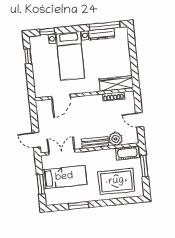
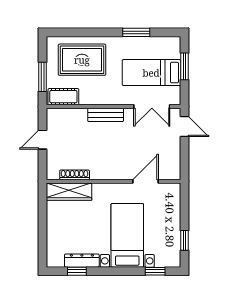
window: (105, 26) -> (77, 271), width x0.46
door: (140, 120) -> (42, 140), swing flipped
plant: (116, 139) -> (77, 117), removed

